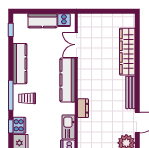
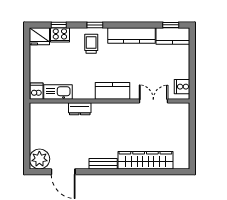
kitchen counter: (42, 21) -> (173, 36), moved, turned -90
kitchen counter: (68, 80) -> (112, 91), width x0.67
bench: (130, 92) -> (103, 164), width x0.73
window: (11, 95) -> (95, 25), width x0.46

